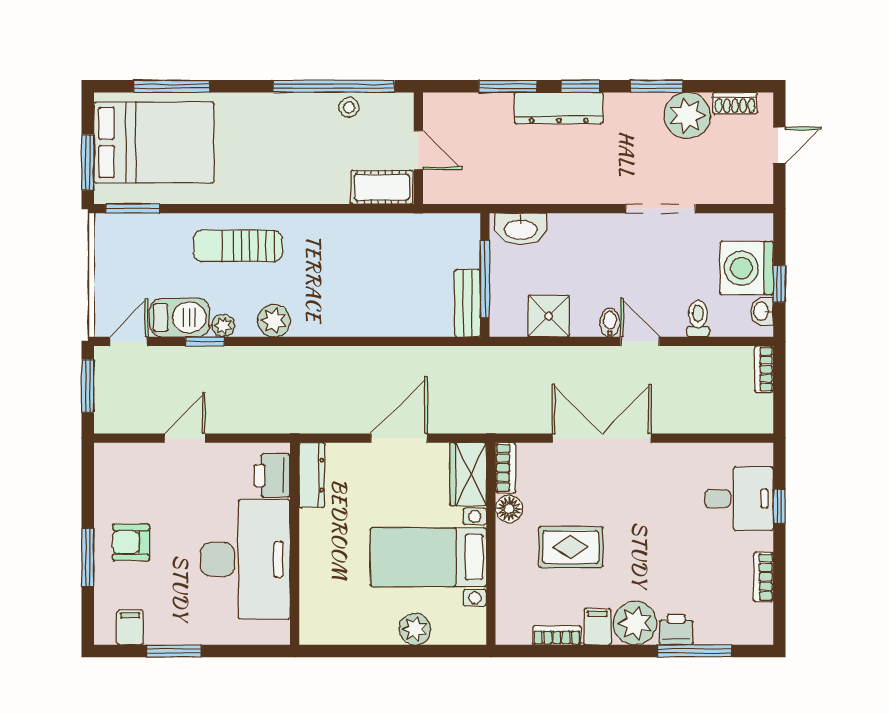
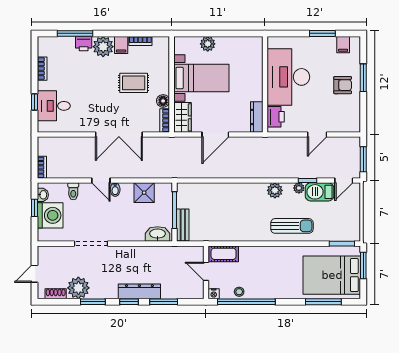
nightstand: (402, 103) -> (214, 294), added
bench: (467, 303) -> (183, 225), moved

